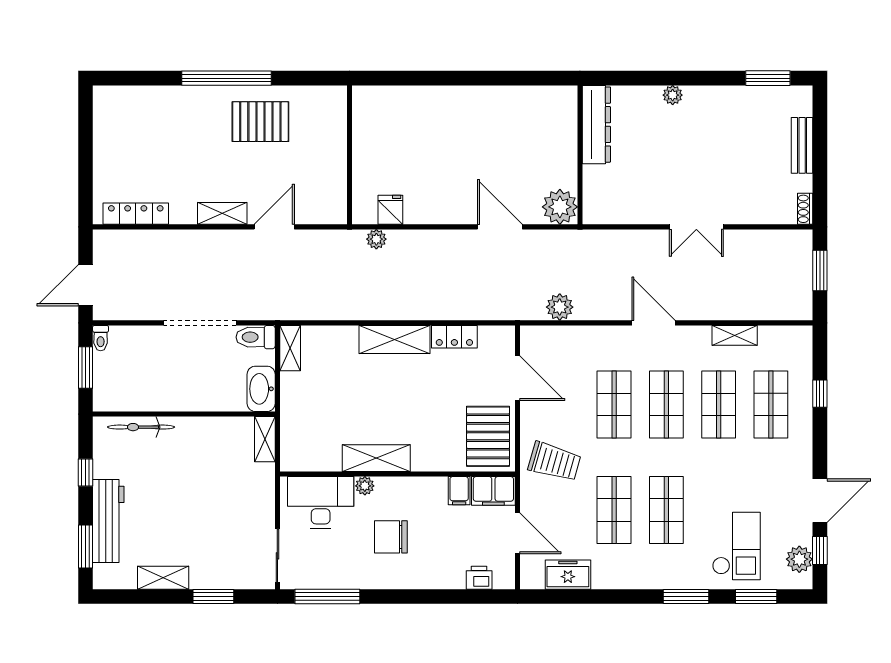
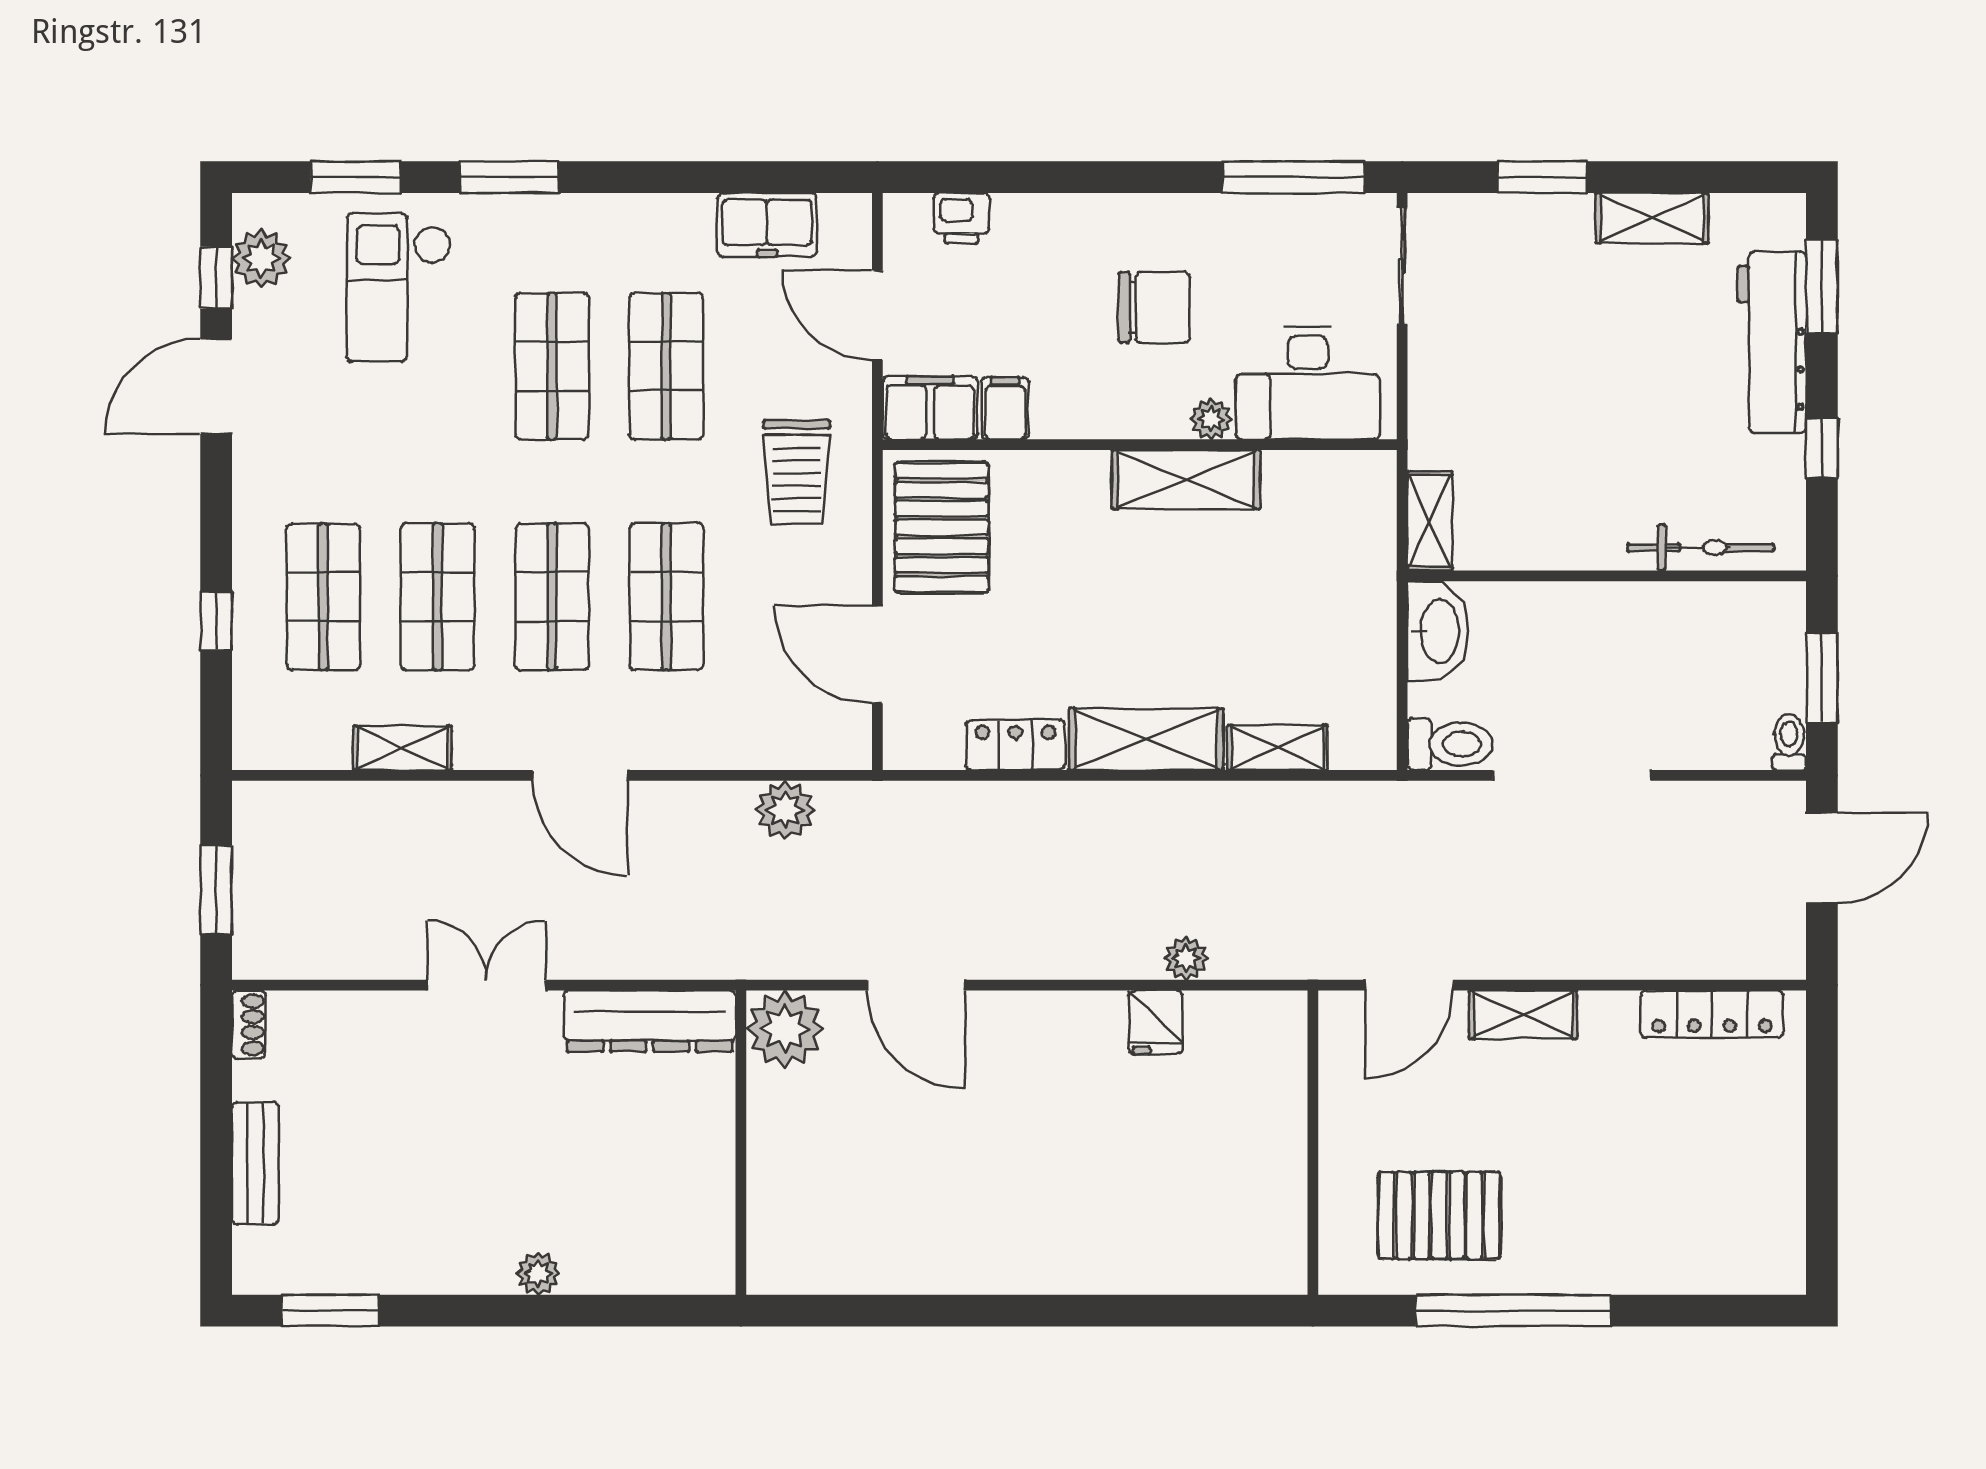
dresser: (596, 125) -> (650, 1021), moved, turned -90
wall: (349, 155) -> (1313, 1143), moved
shelving: (290, 348) -> (1278, 748), moved, turned 90
trolley: (554, 462) -> (797, 472), turned -106

